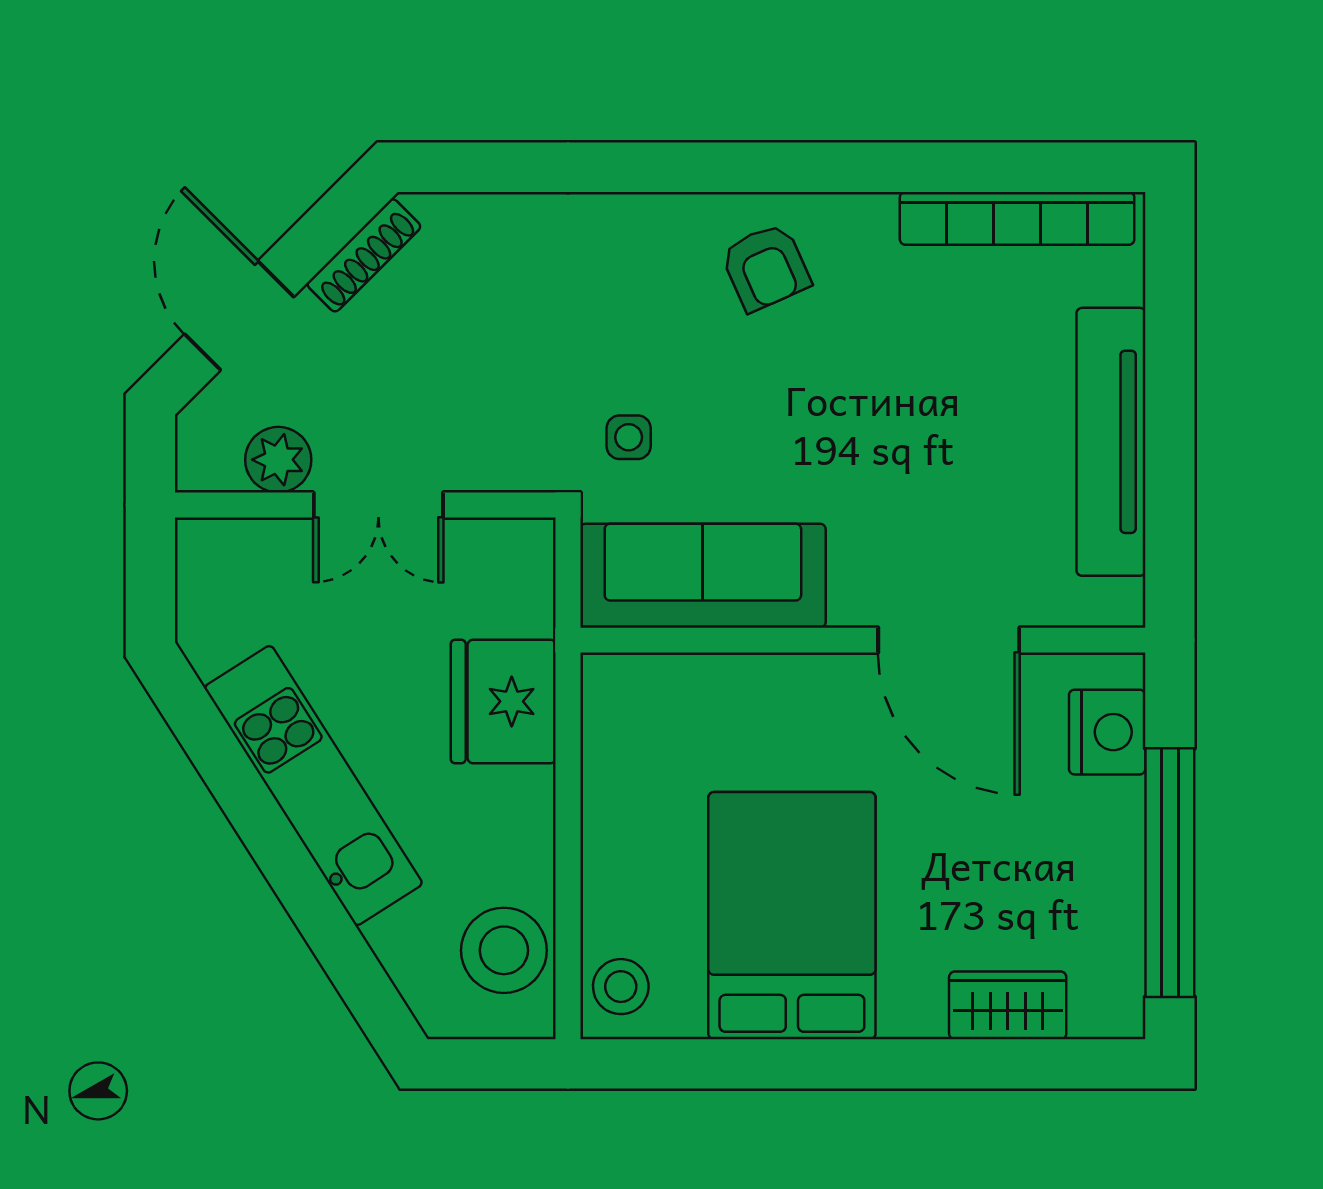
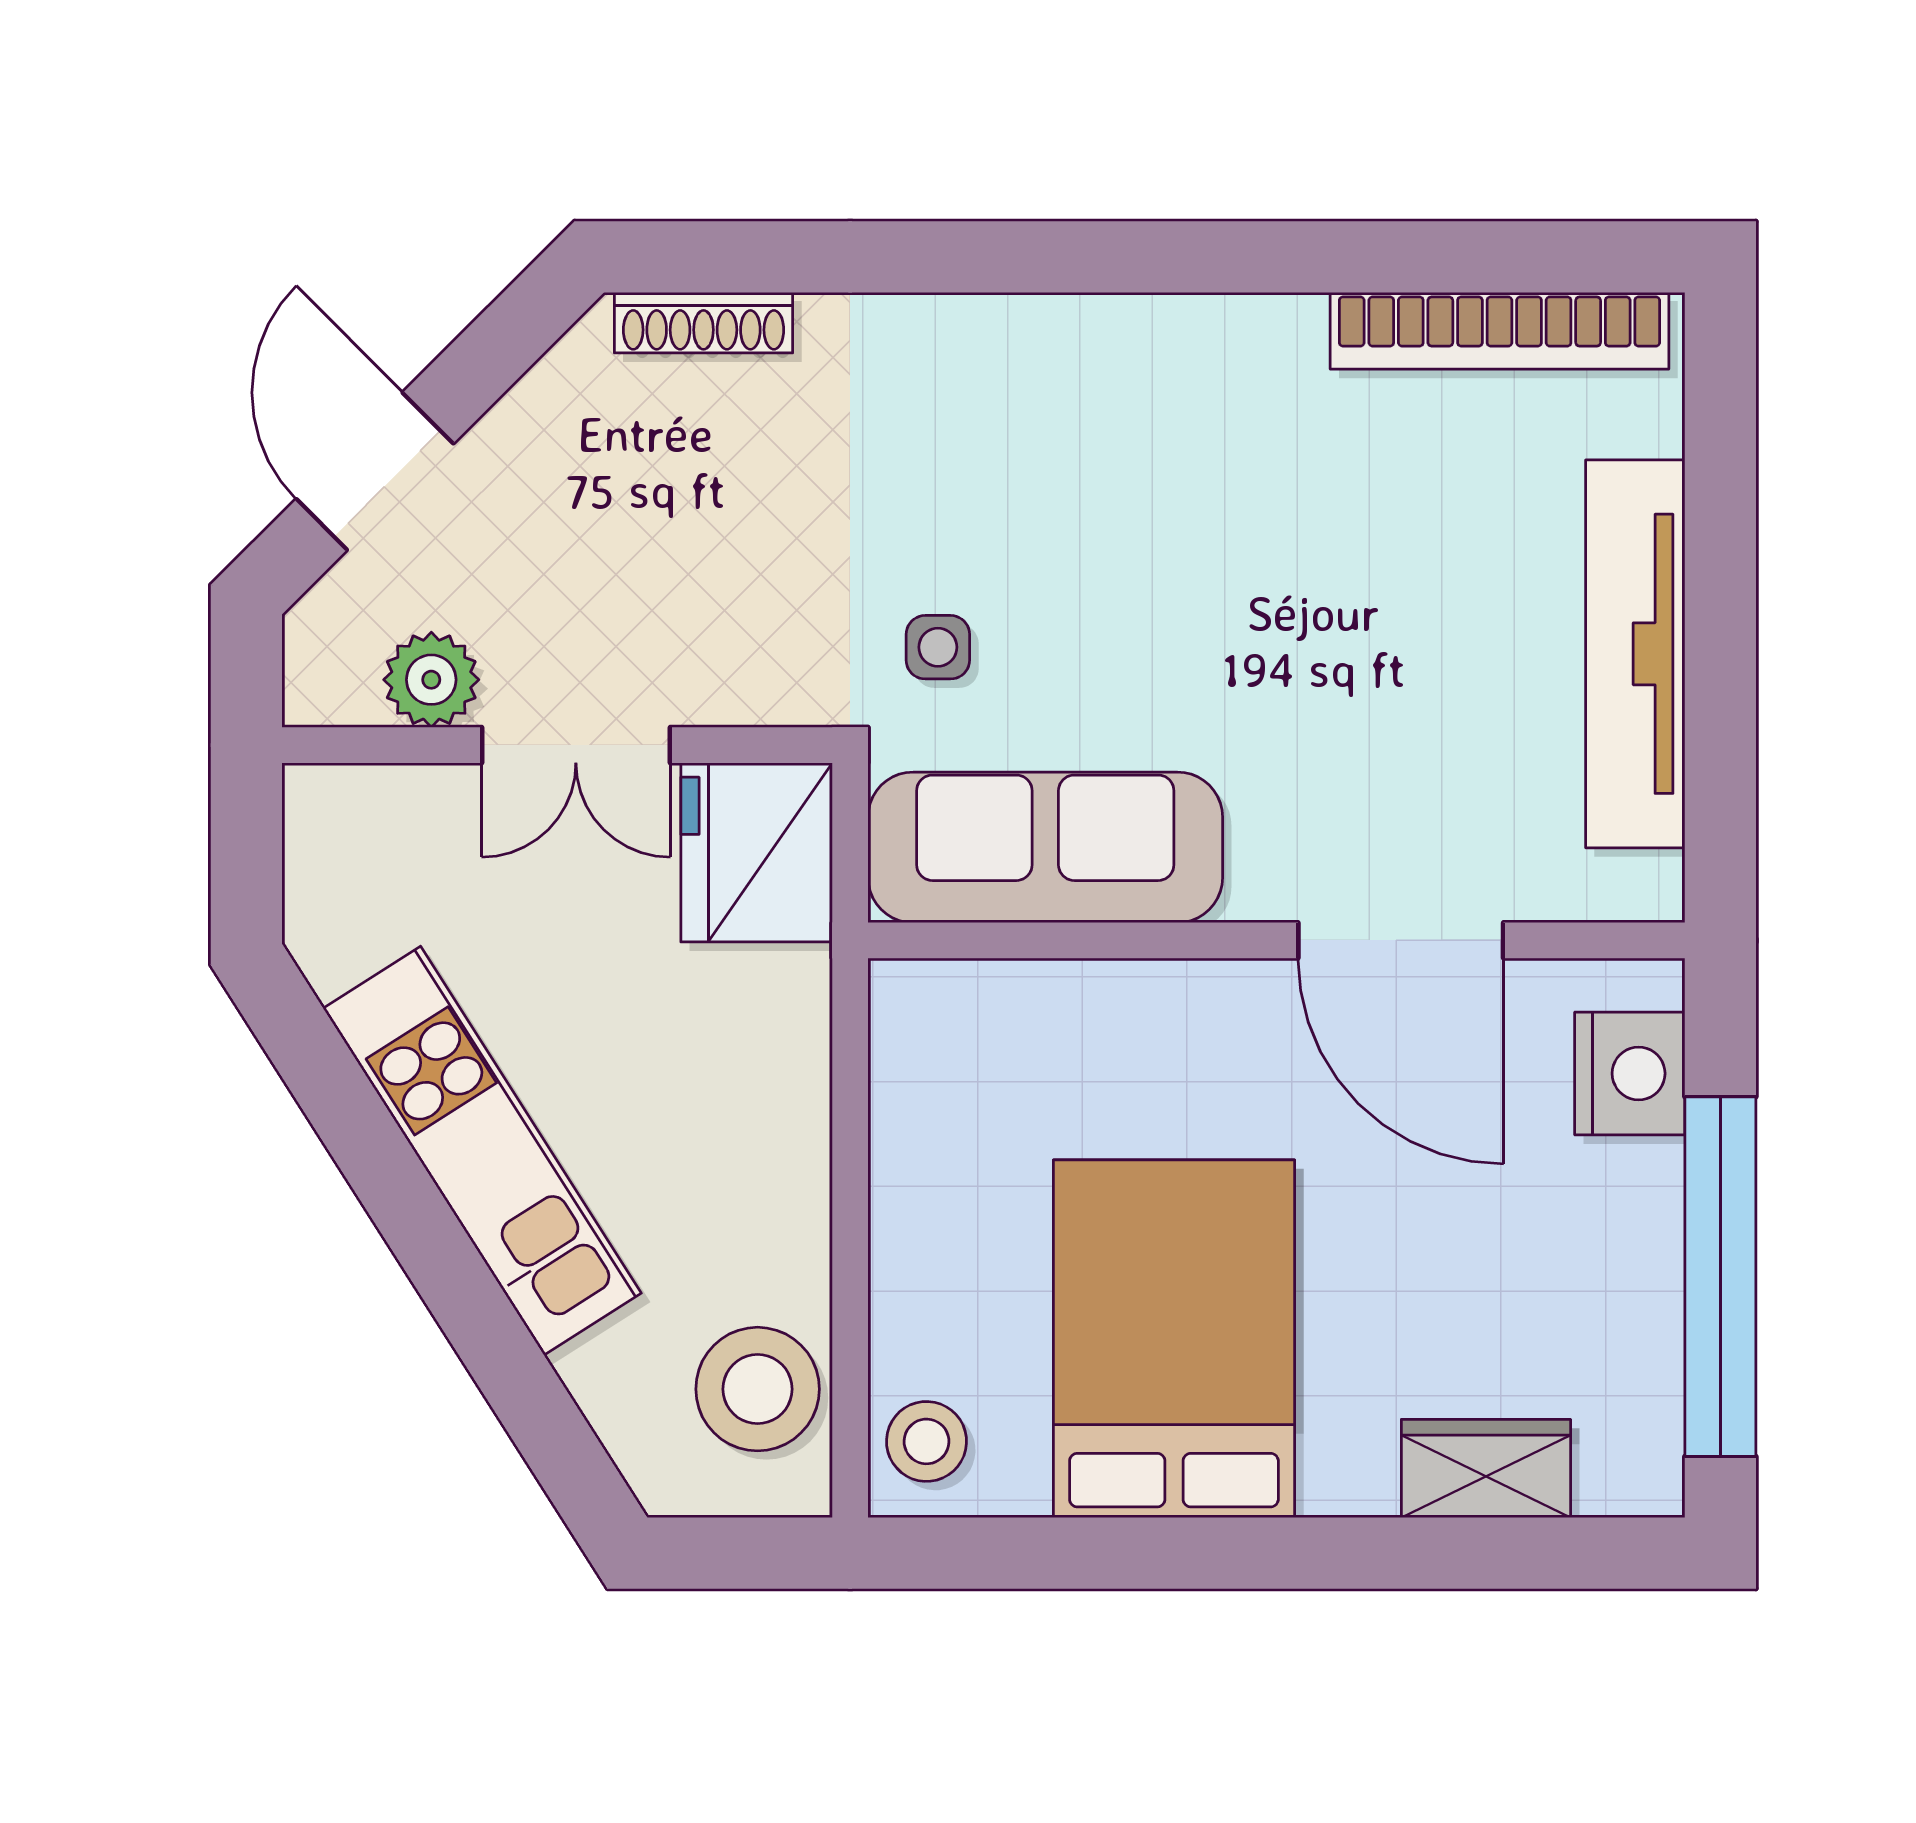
shoe rack: (364, 255) -> (704, 323), moved, turned 45
armchair: (766, 267) -> (1136, 401), removed
fridge: (503, 701) -> (757, 852), moved

